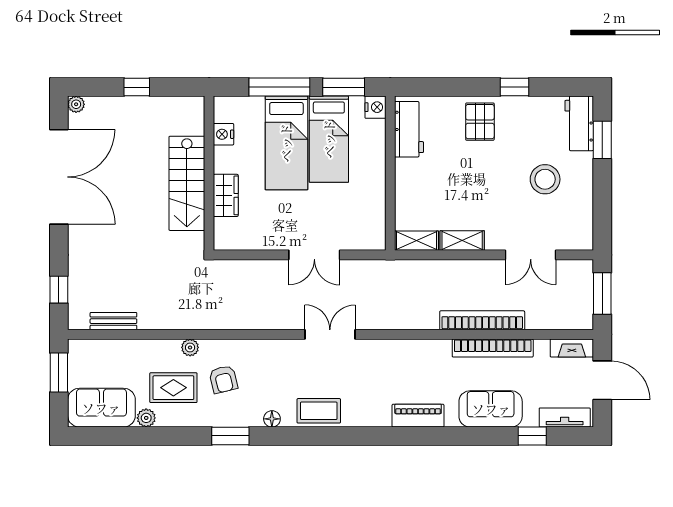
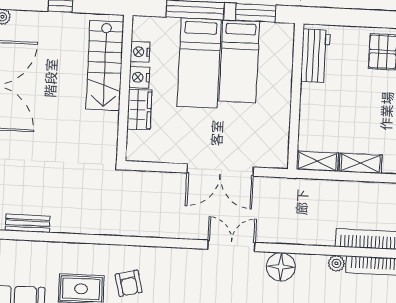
nightstand: (375, 107) -> (139, 77), moved, turned 180
stairs: (187, 183) -> (105, 66), moved
double door: (314, 255) -> (220, 170), width x1.37
plant: (190, 347) -> (336, 263), moved
floor lamp: (383, 354) -> (281, 267), added

